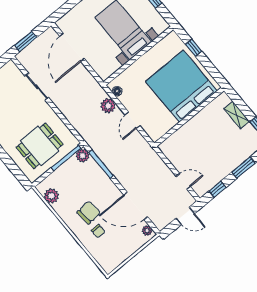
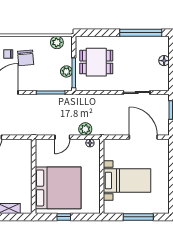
window: (194, 48) -> (64, 217), moved
door: (132, 120) -> (62, 137), swing flipped
dining table: (40, 146) -> (96, 62), turned 90
plant: (83, 156) -> (66, 71), moved

